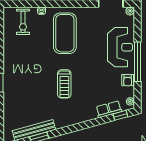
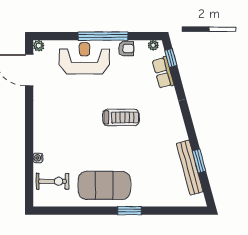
exercise mat: (65, 33) -> (104, 185), moved
treadmill: (64, 84) -> (121, 117), moved

